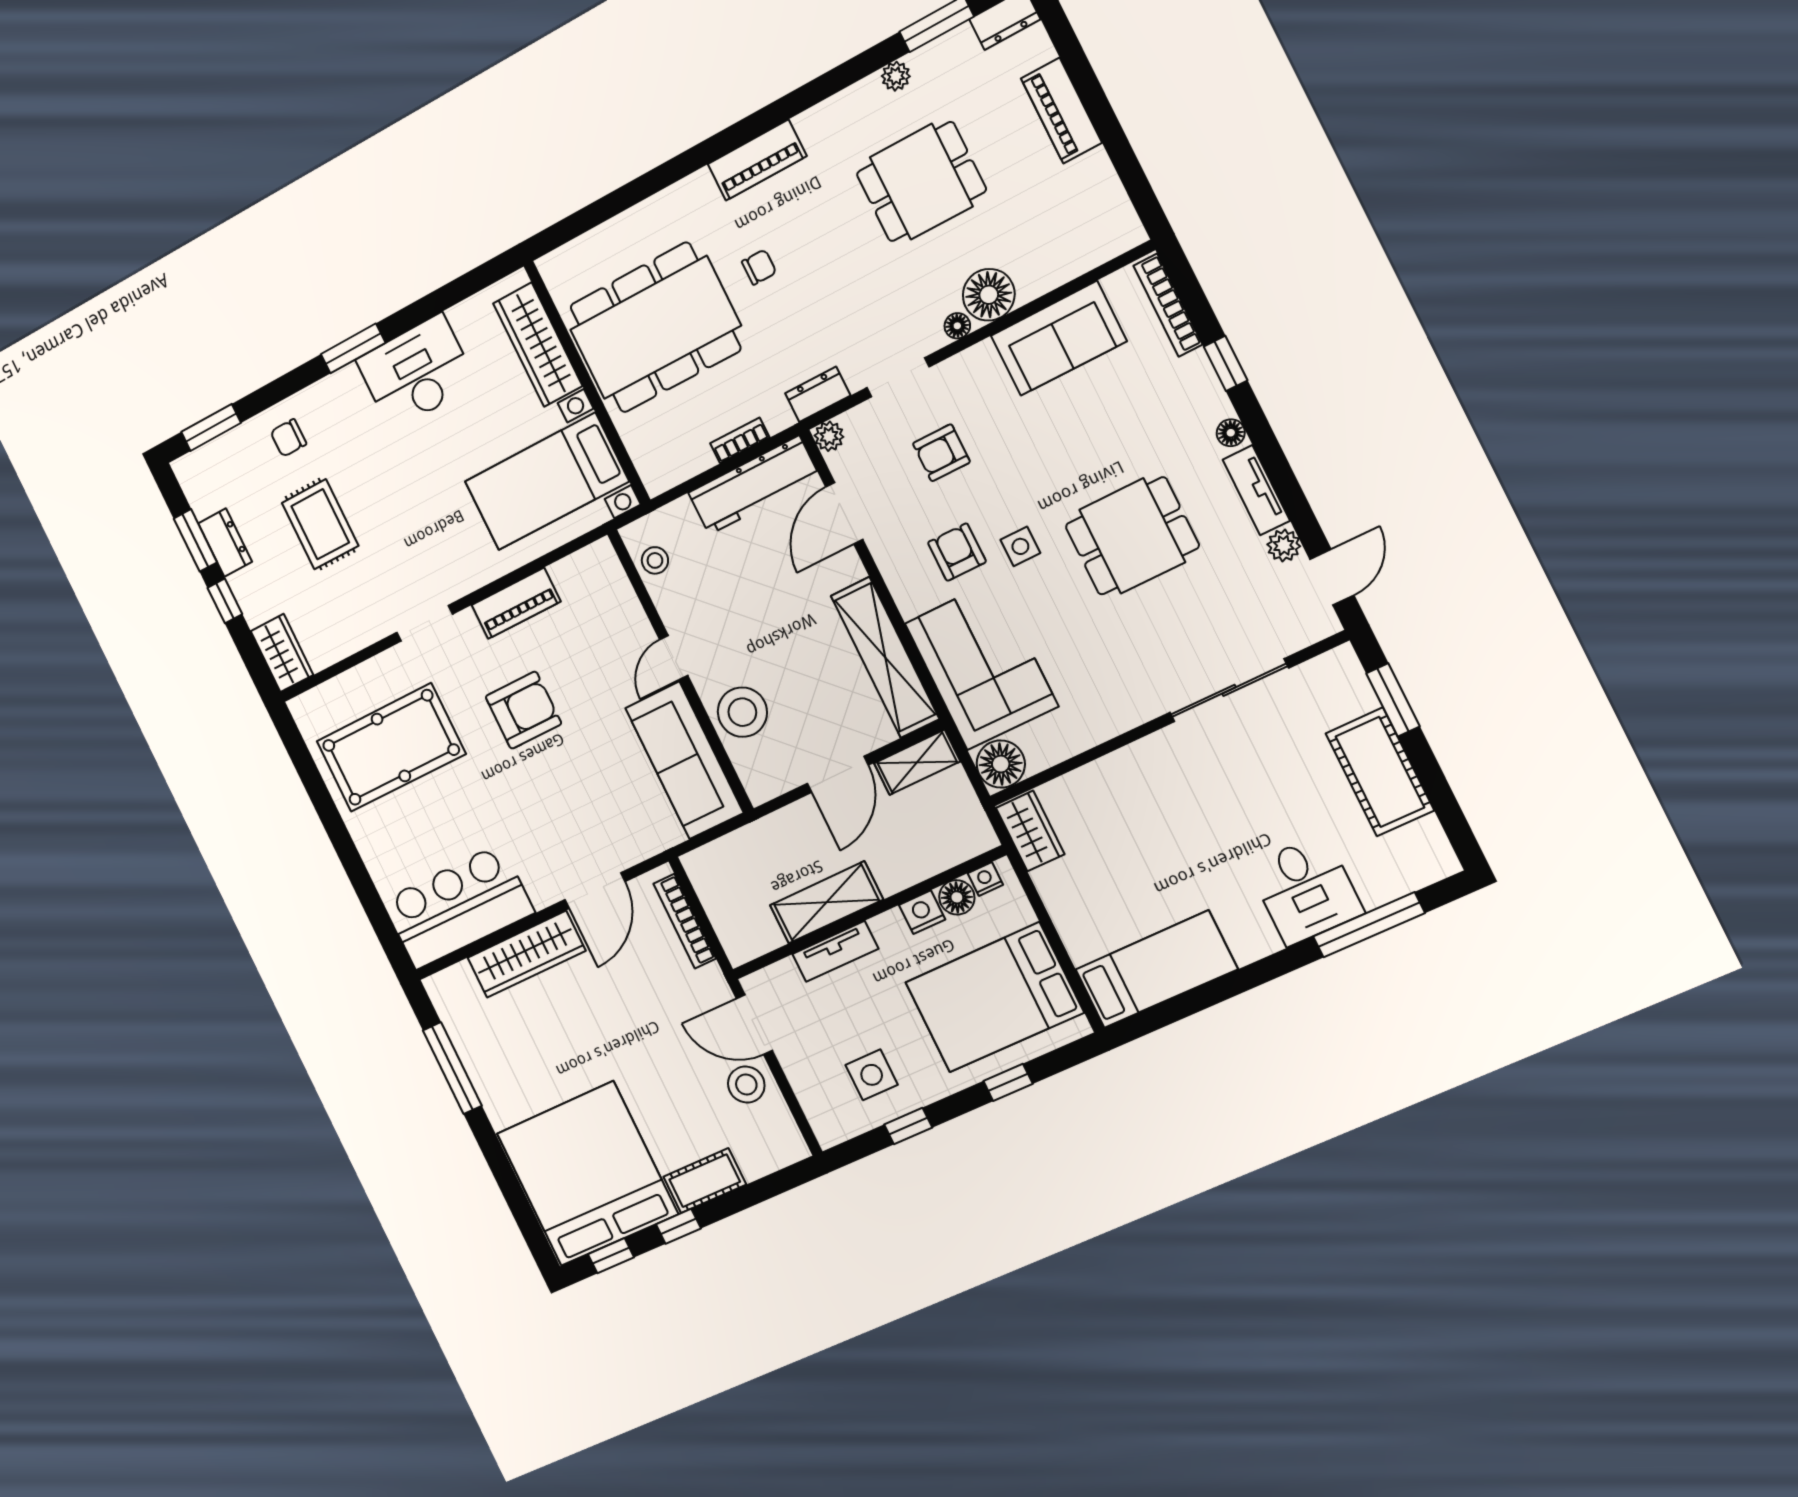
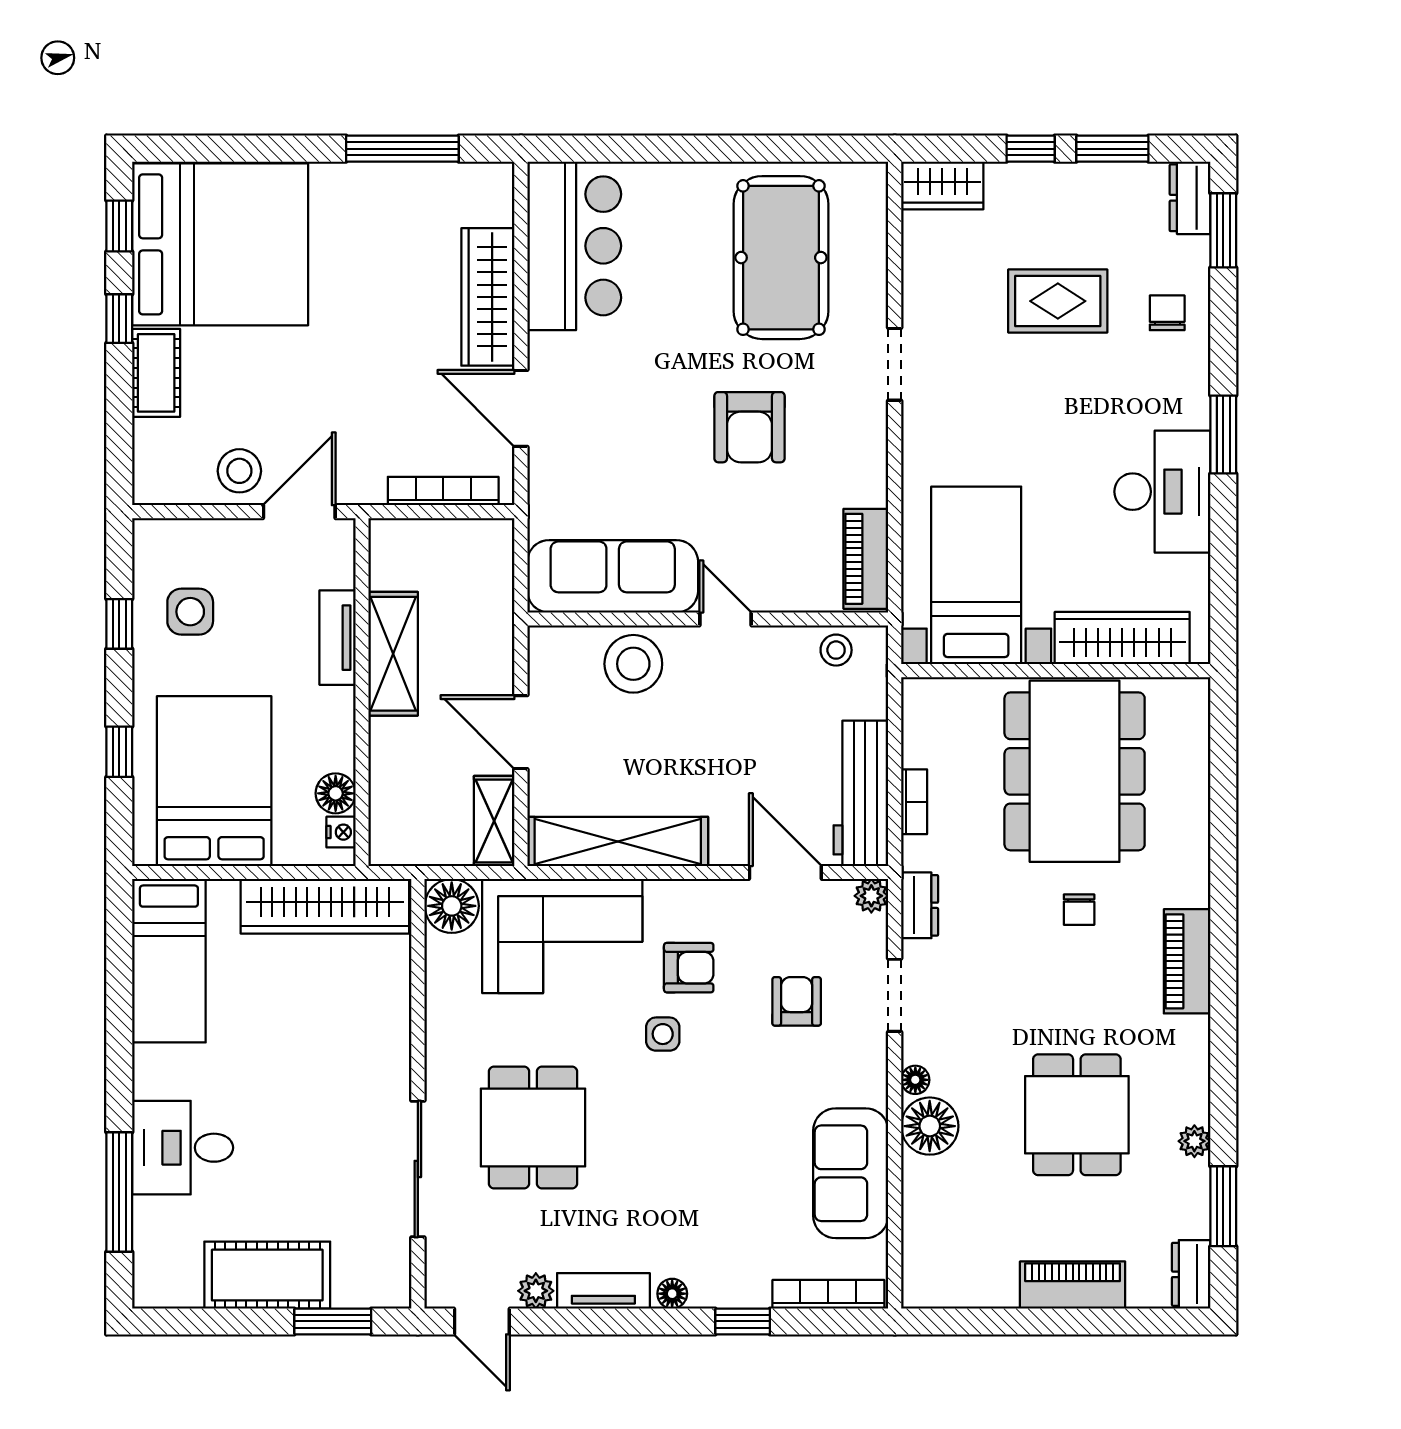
dining table: (1132, 536) -> (533, 1128), moved
dresser: (225, 543) -> (1190, 198), moved, turned 90
piano: (516, 603) -> (866, 559), moved
wardrobe: (1030, 831) -> (325, 906), width x2.10, depth x1.17
nightstand: (922, 912) -> (337, 750), removed

